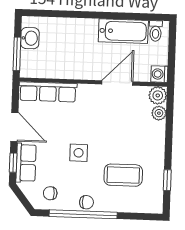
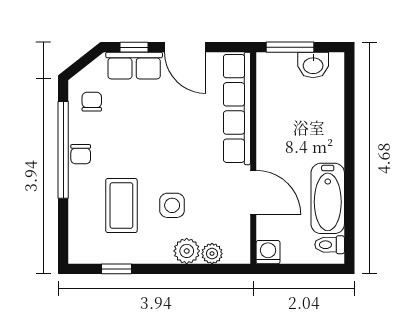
row of seats: (48, 92) -> (237, 108), width x1.36
plant: (158, 95) -> (187, 251), moved
door: (14, 127) -> (185, 47), hinge flipped
side table: (79, 153) -> (172, 205), moved

